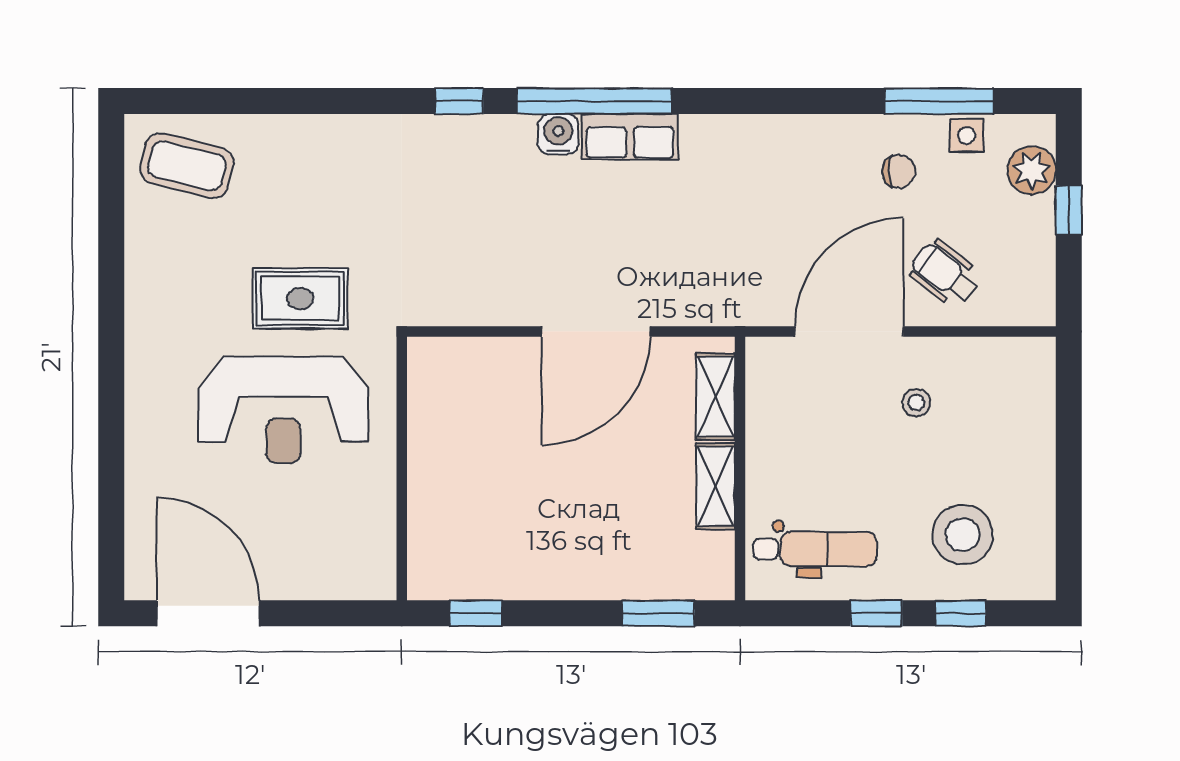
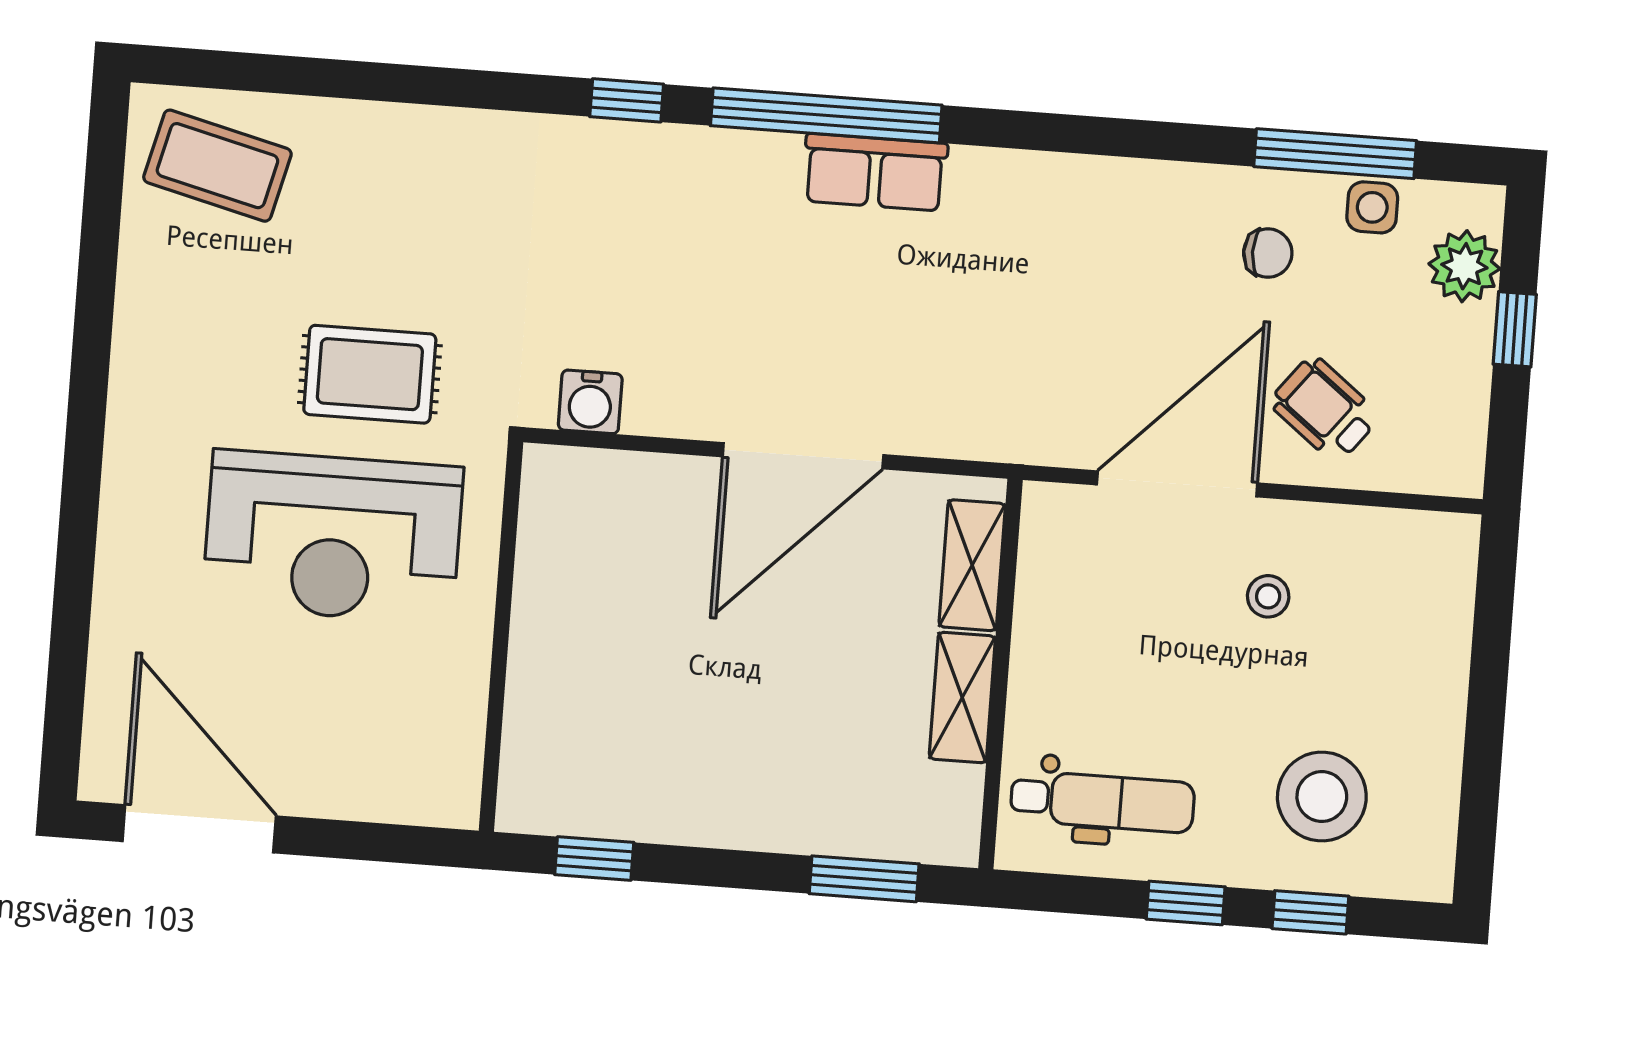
water cooler: (558, 134) -> (590, 402), moved, turned 180

